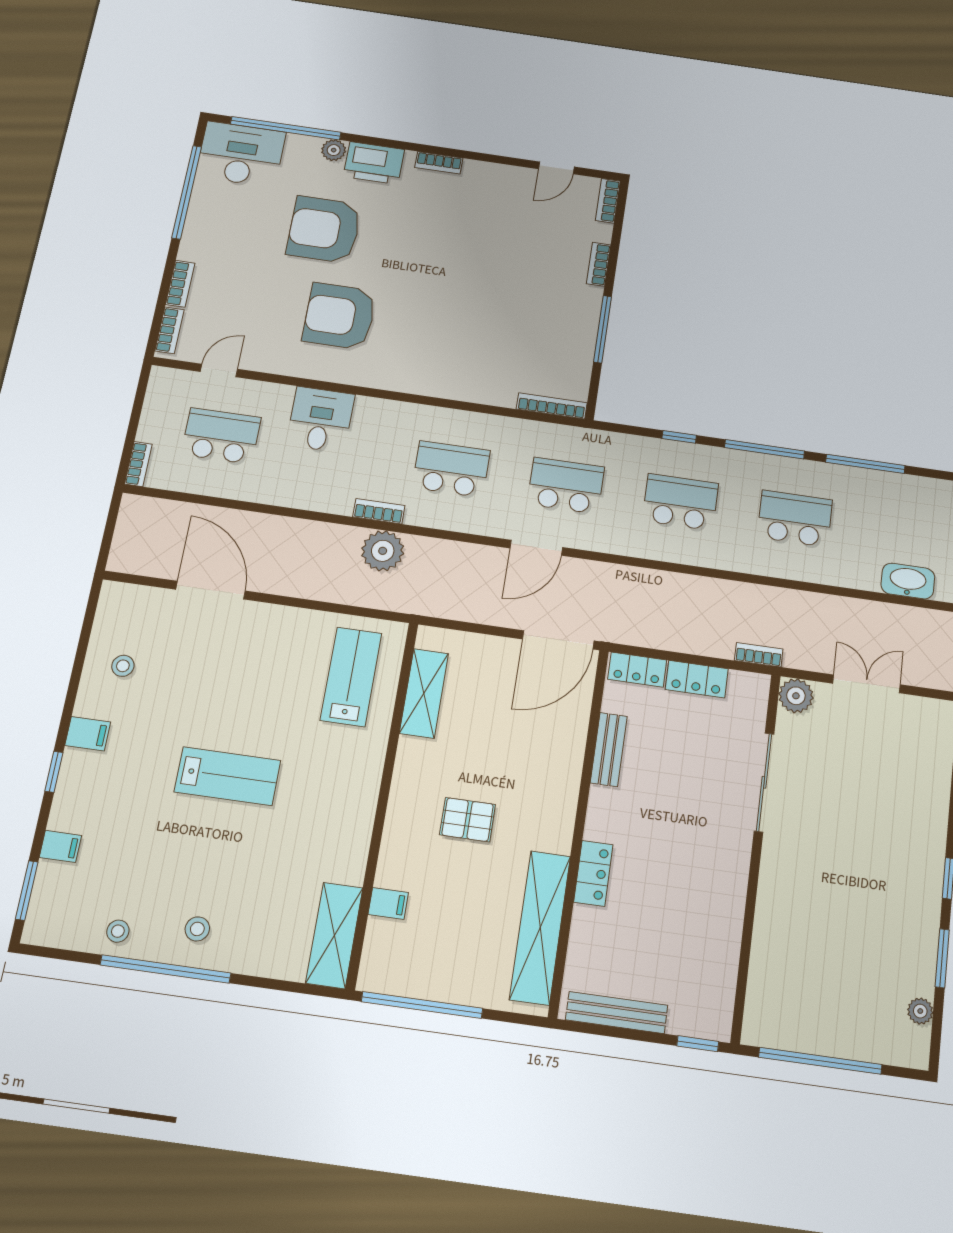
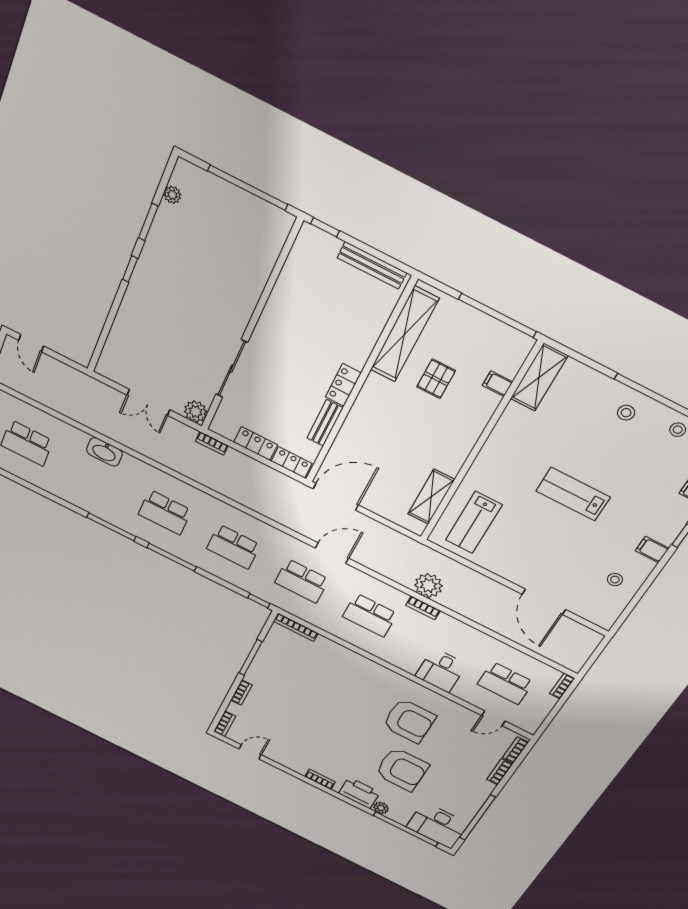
window: (679, 437) -> (259, 601), moved
pallet: (468, 820) -> (436, 379), moved, turned 90
locker: (593, 873) -> (343, 385), moved

